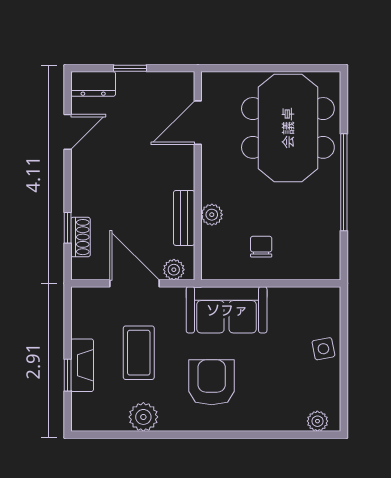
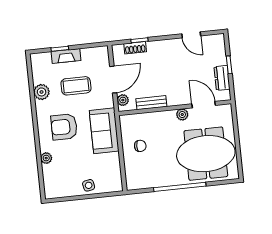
dresser: (93, 84) -> (222, 78), moved
plant: (212, 215) -> (182, 115), moved
armchair: (212, 382) -> (64, 127), turned 180
plant: (317, 421) -> (46, 158), moved

